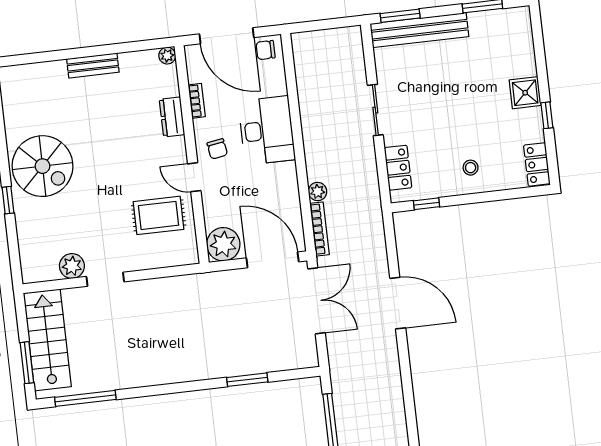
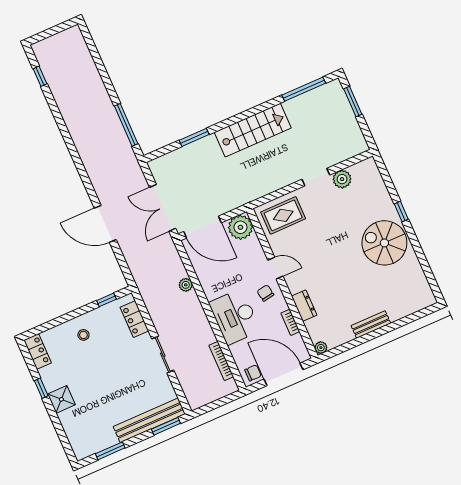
rug: (159, 215) -> (283, 215), moved
bookcase: (319, 229) -> (221, 361), moved
stairs: (47, 340) -> (253, 130), moved, turned -90

